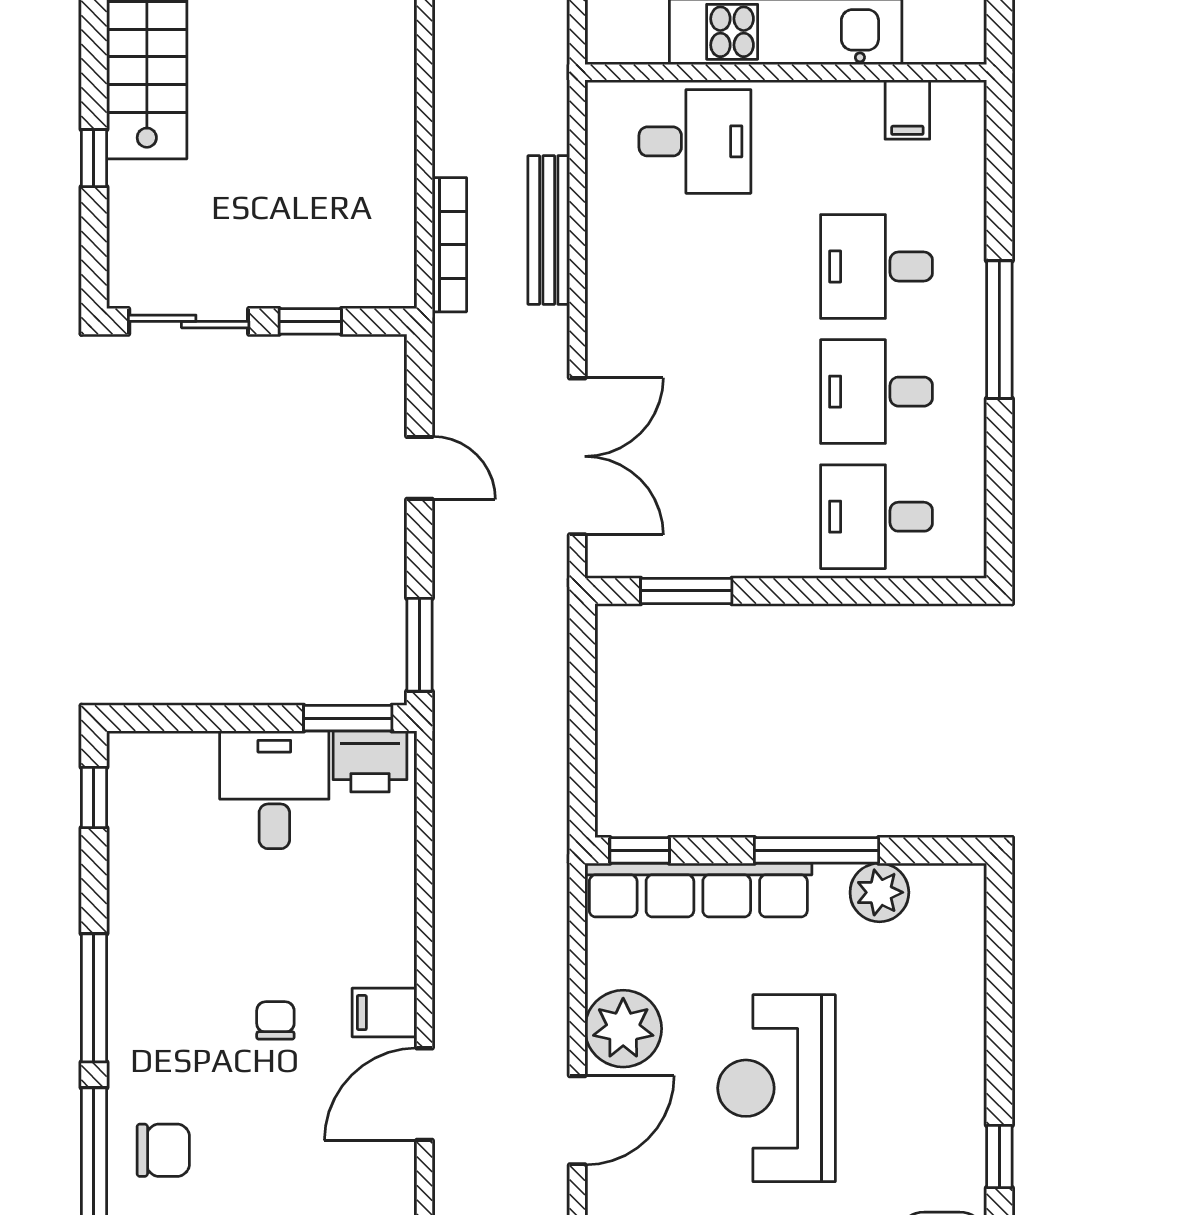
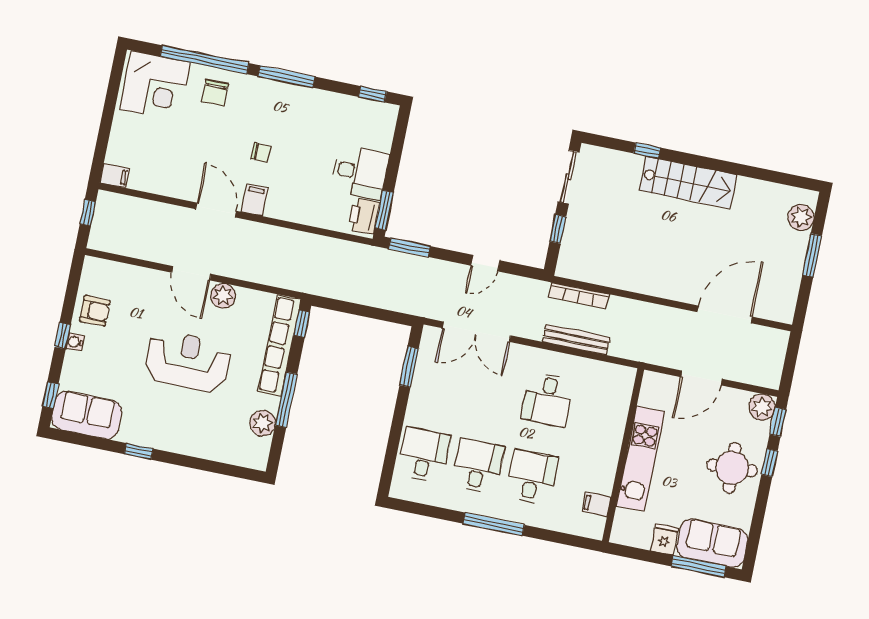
desk: (695, 141) -> (548, 399), moved
plant: (623, 1029) -> (223, 296), width x0.73, depth x0.73

